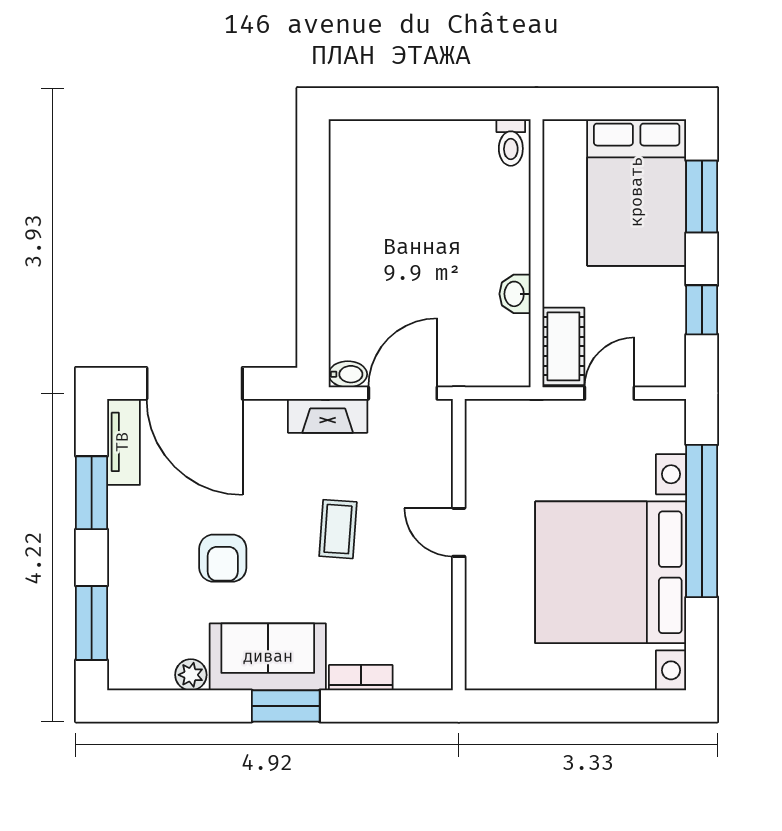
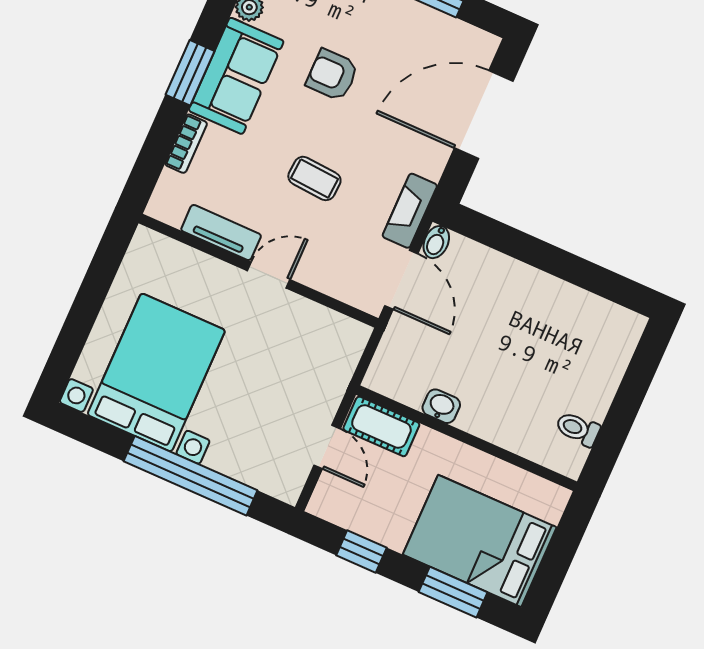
toilet: (511, 142) -> (578, 429), moved
tv unit: (123, 442) -> (221, 233), moved, turned 180
bed with nightstands: (611, 572) -> (156, 372), width x0.73

